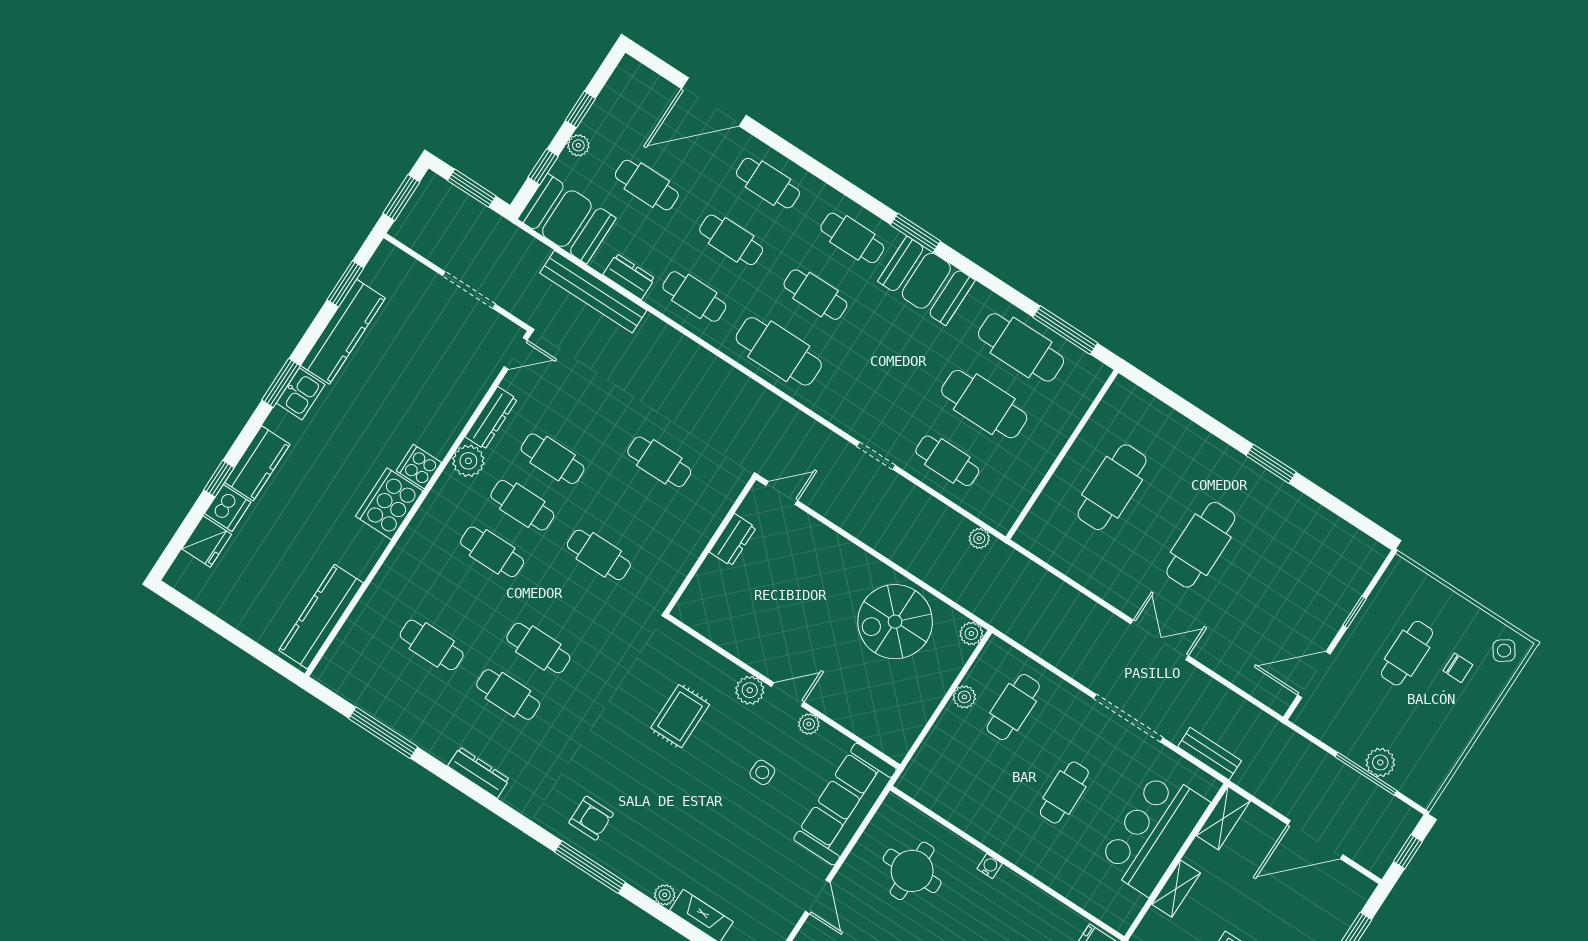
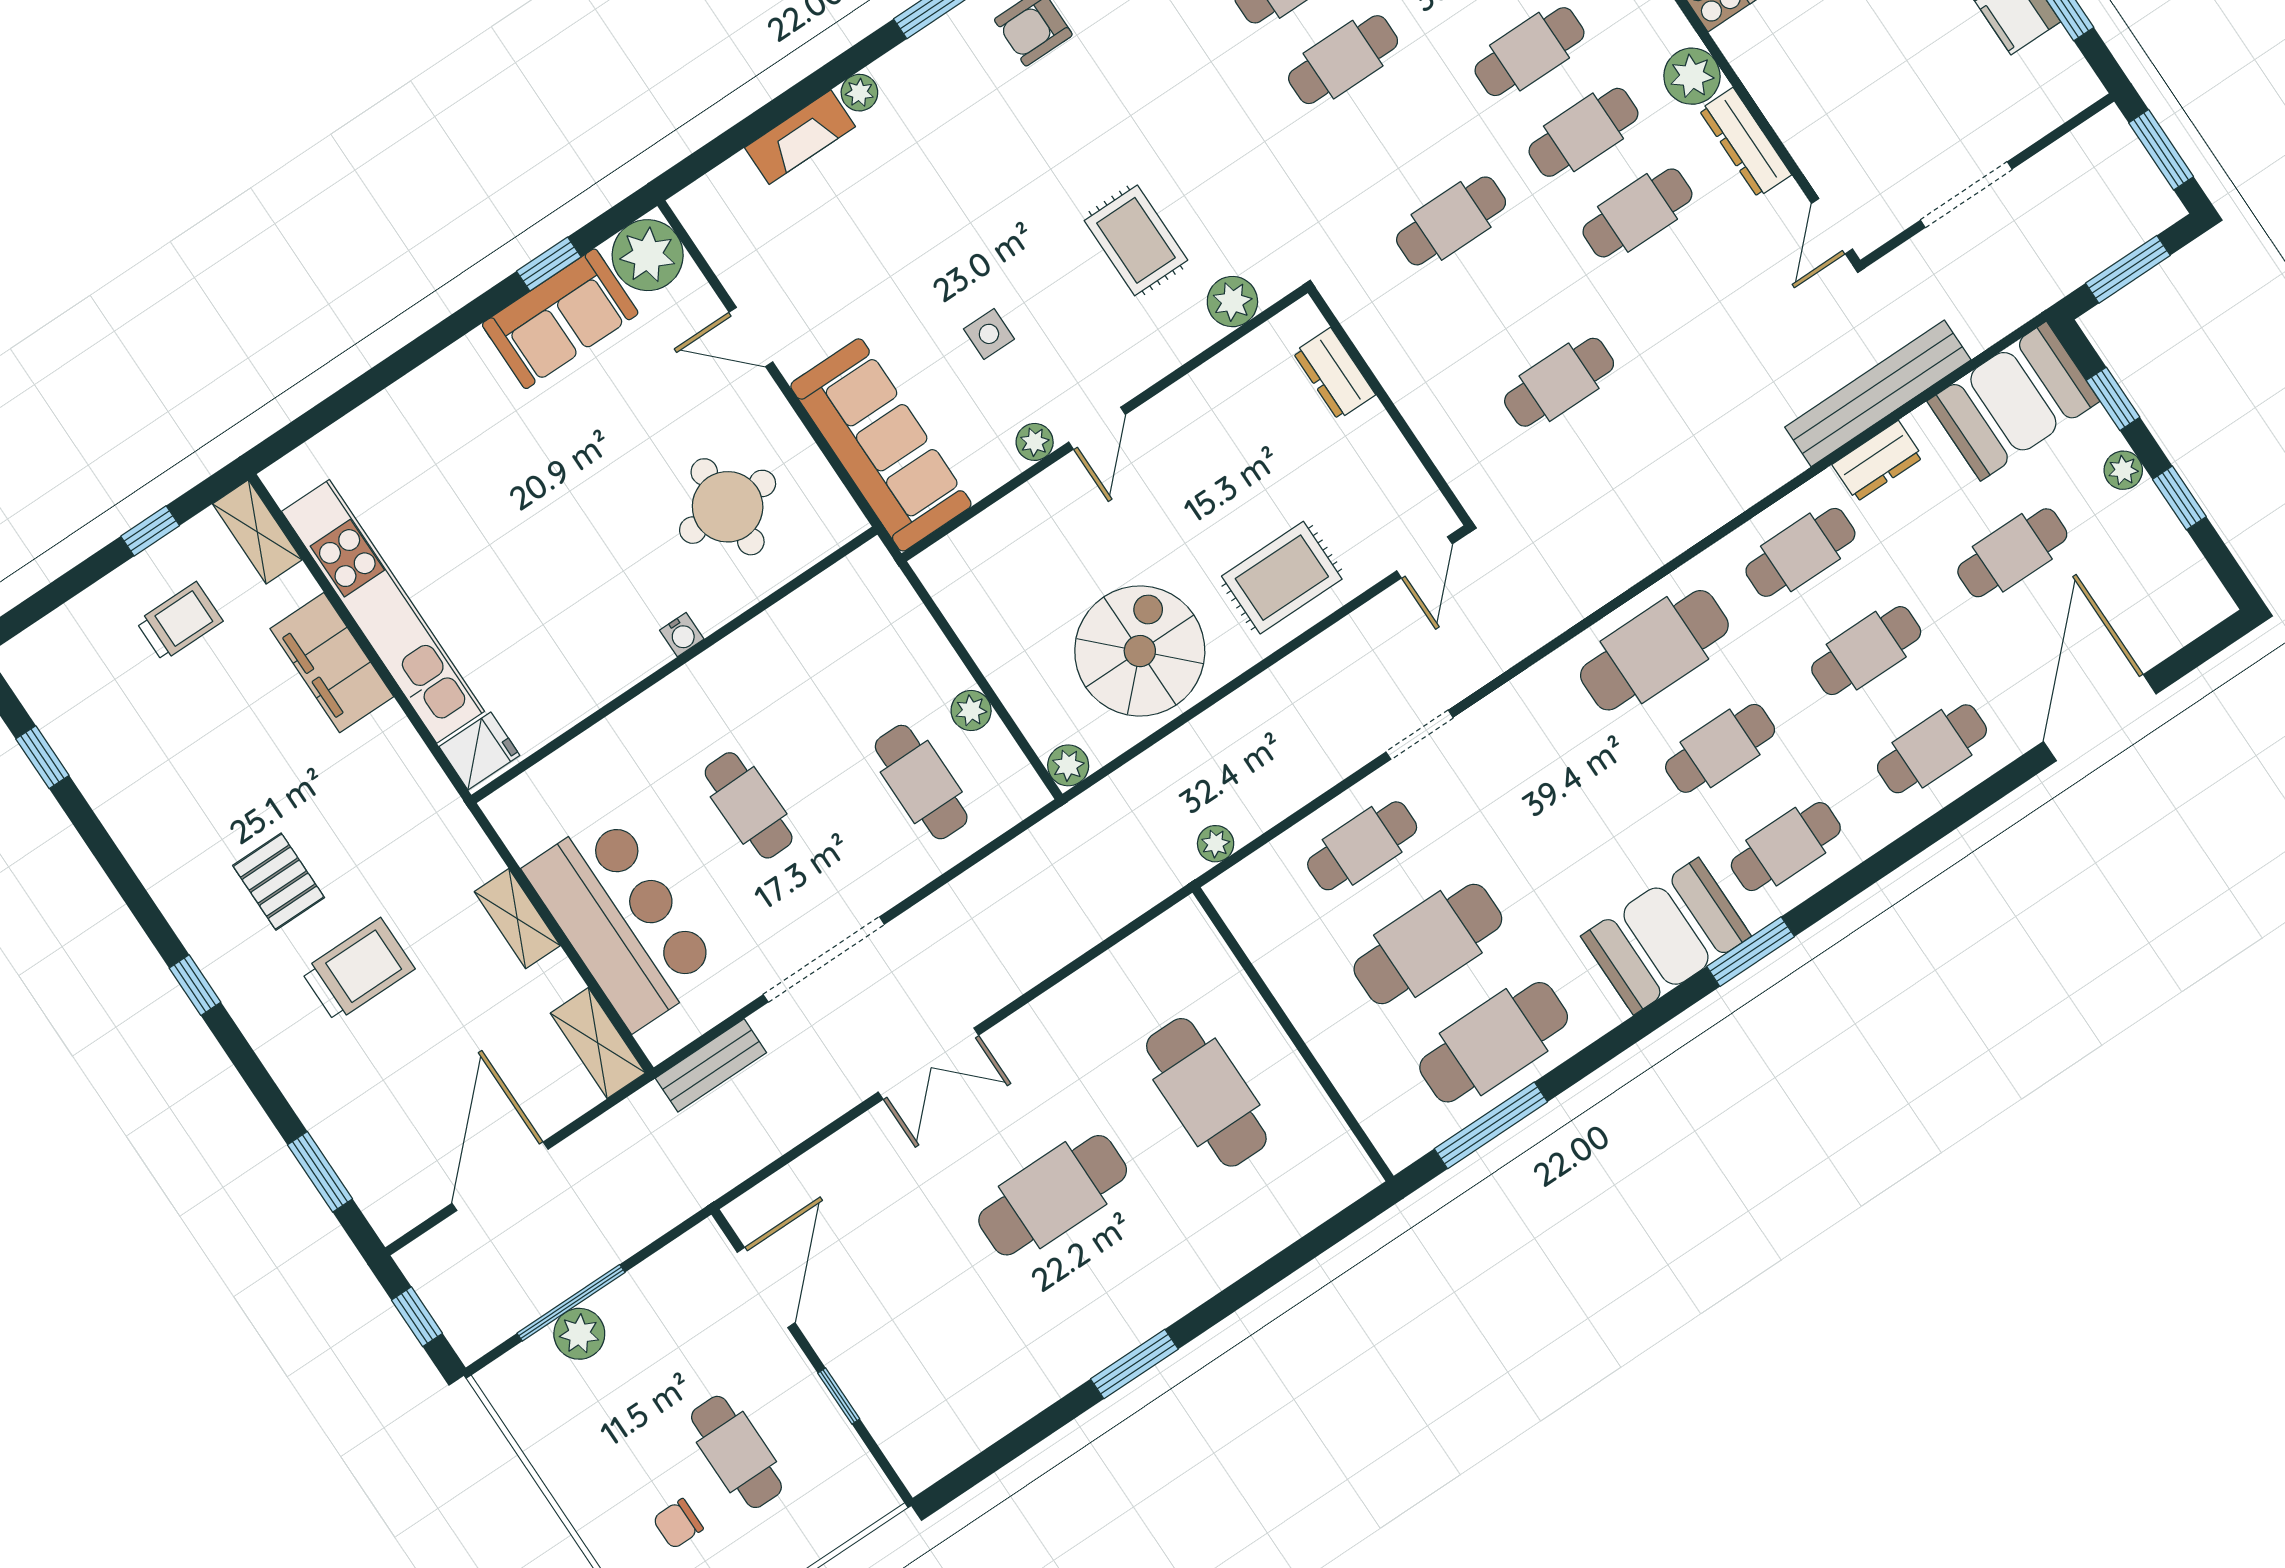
dresser: (733, 540) -> (1334, 374), moved
cafe table: (1201, 545) -> (1053, 1195), turned 90
rug: (824, 563) -> (1282, 578), added
plant: (750, 690) -> (1232, 302), moved

